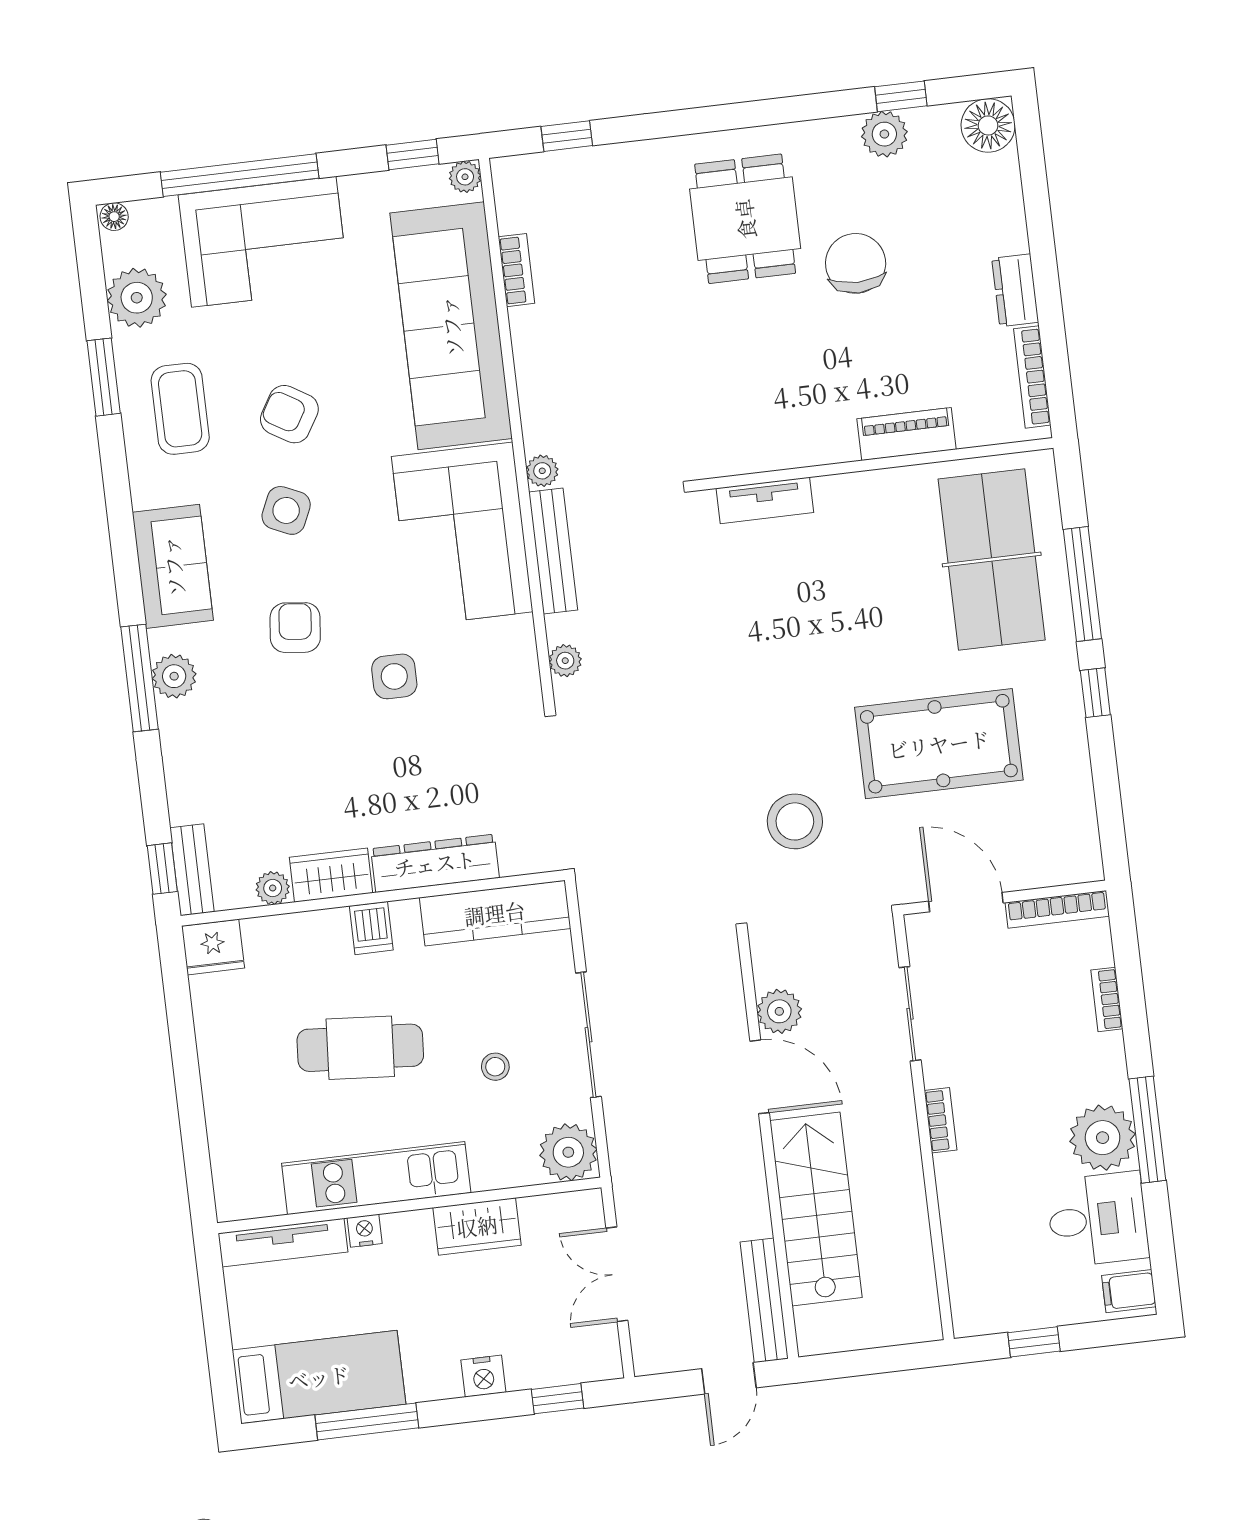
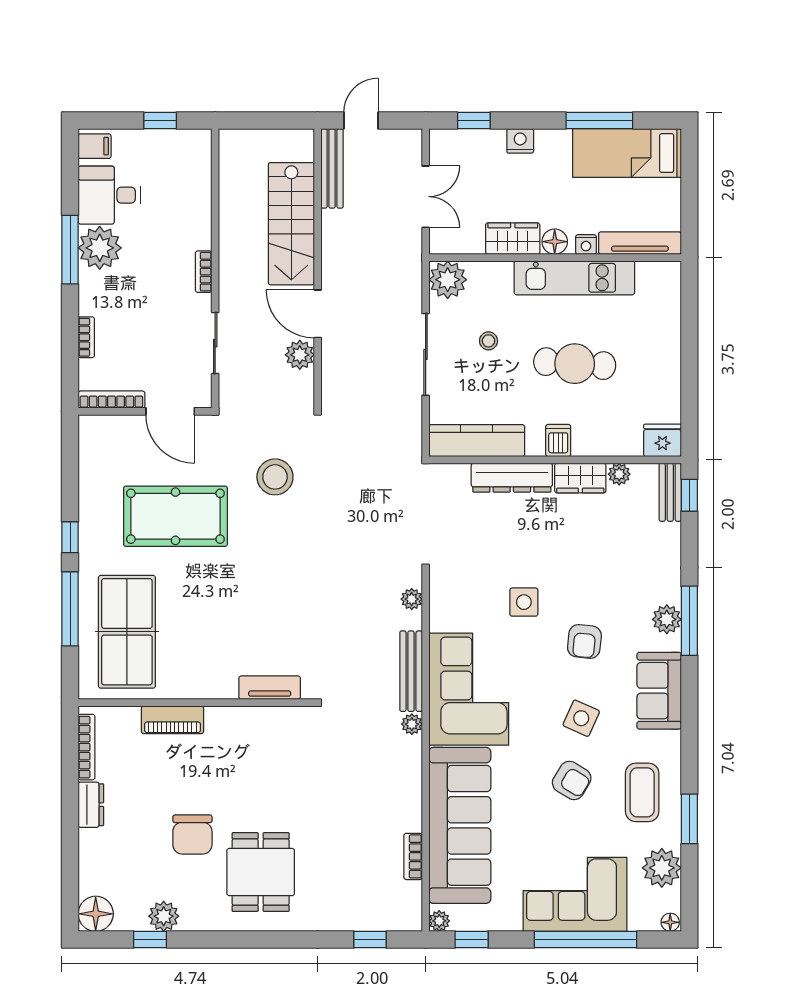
floor lamp: (413, 1229) -> (555, 242), added

